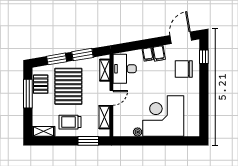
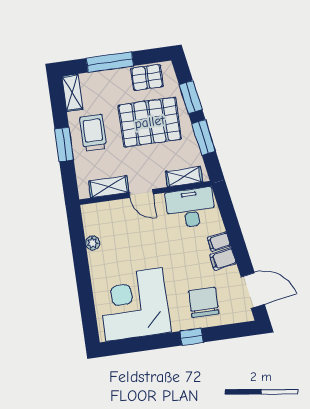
window: (204, 57) -> (192, 337), moved
window: (28, 94) -> (110, 62), moved
corner desk: (163, 116) -> (134, 305), moved, turned -90
window: (88, 141) -> (64, 144), moved

